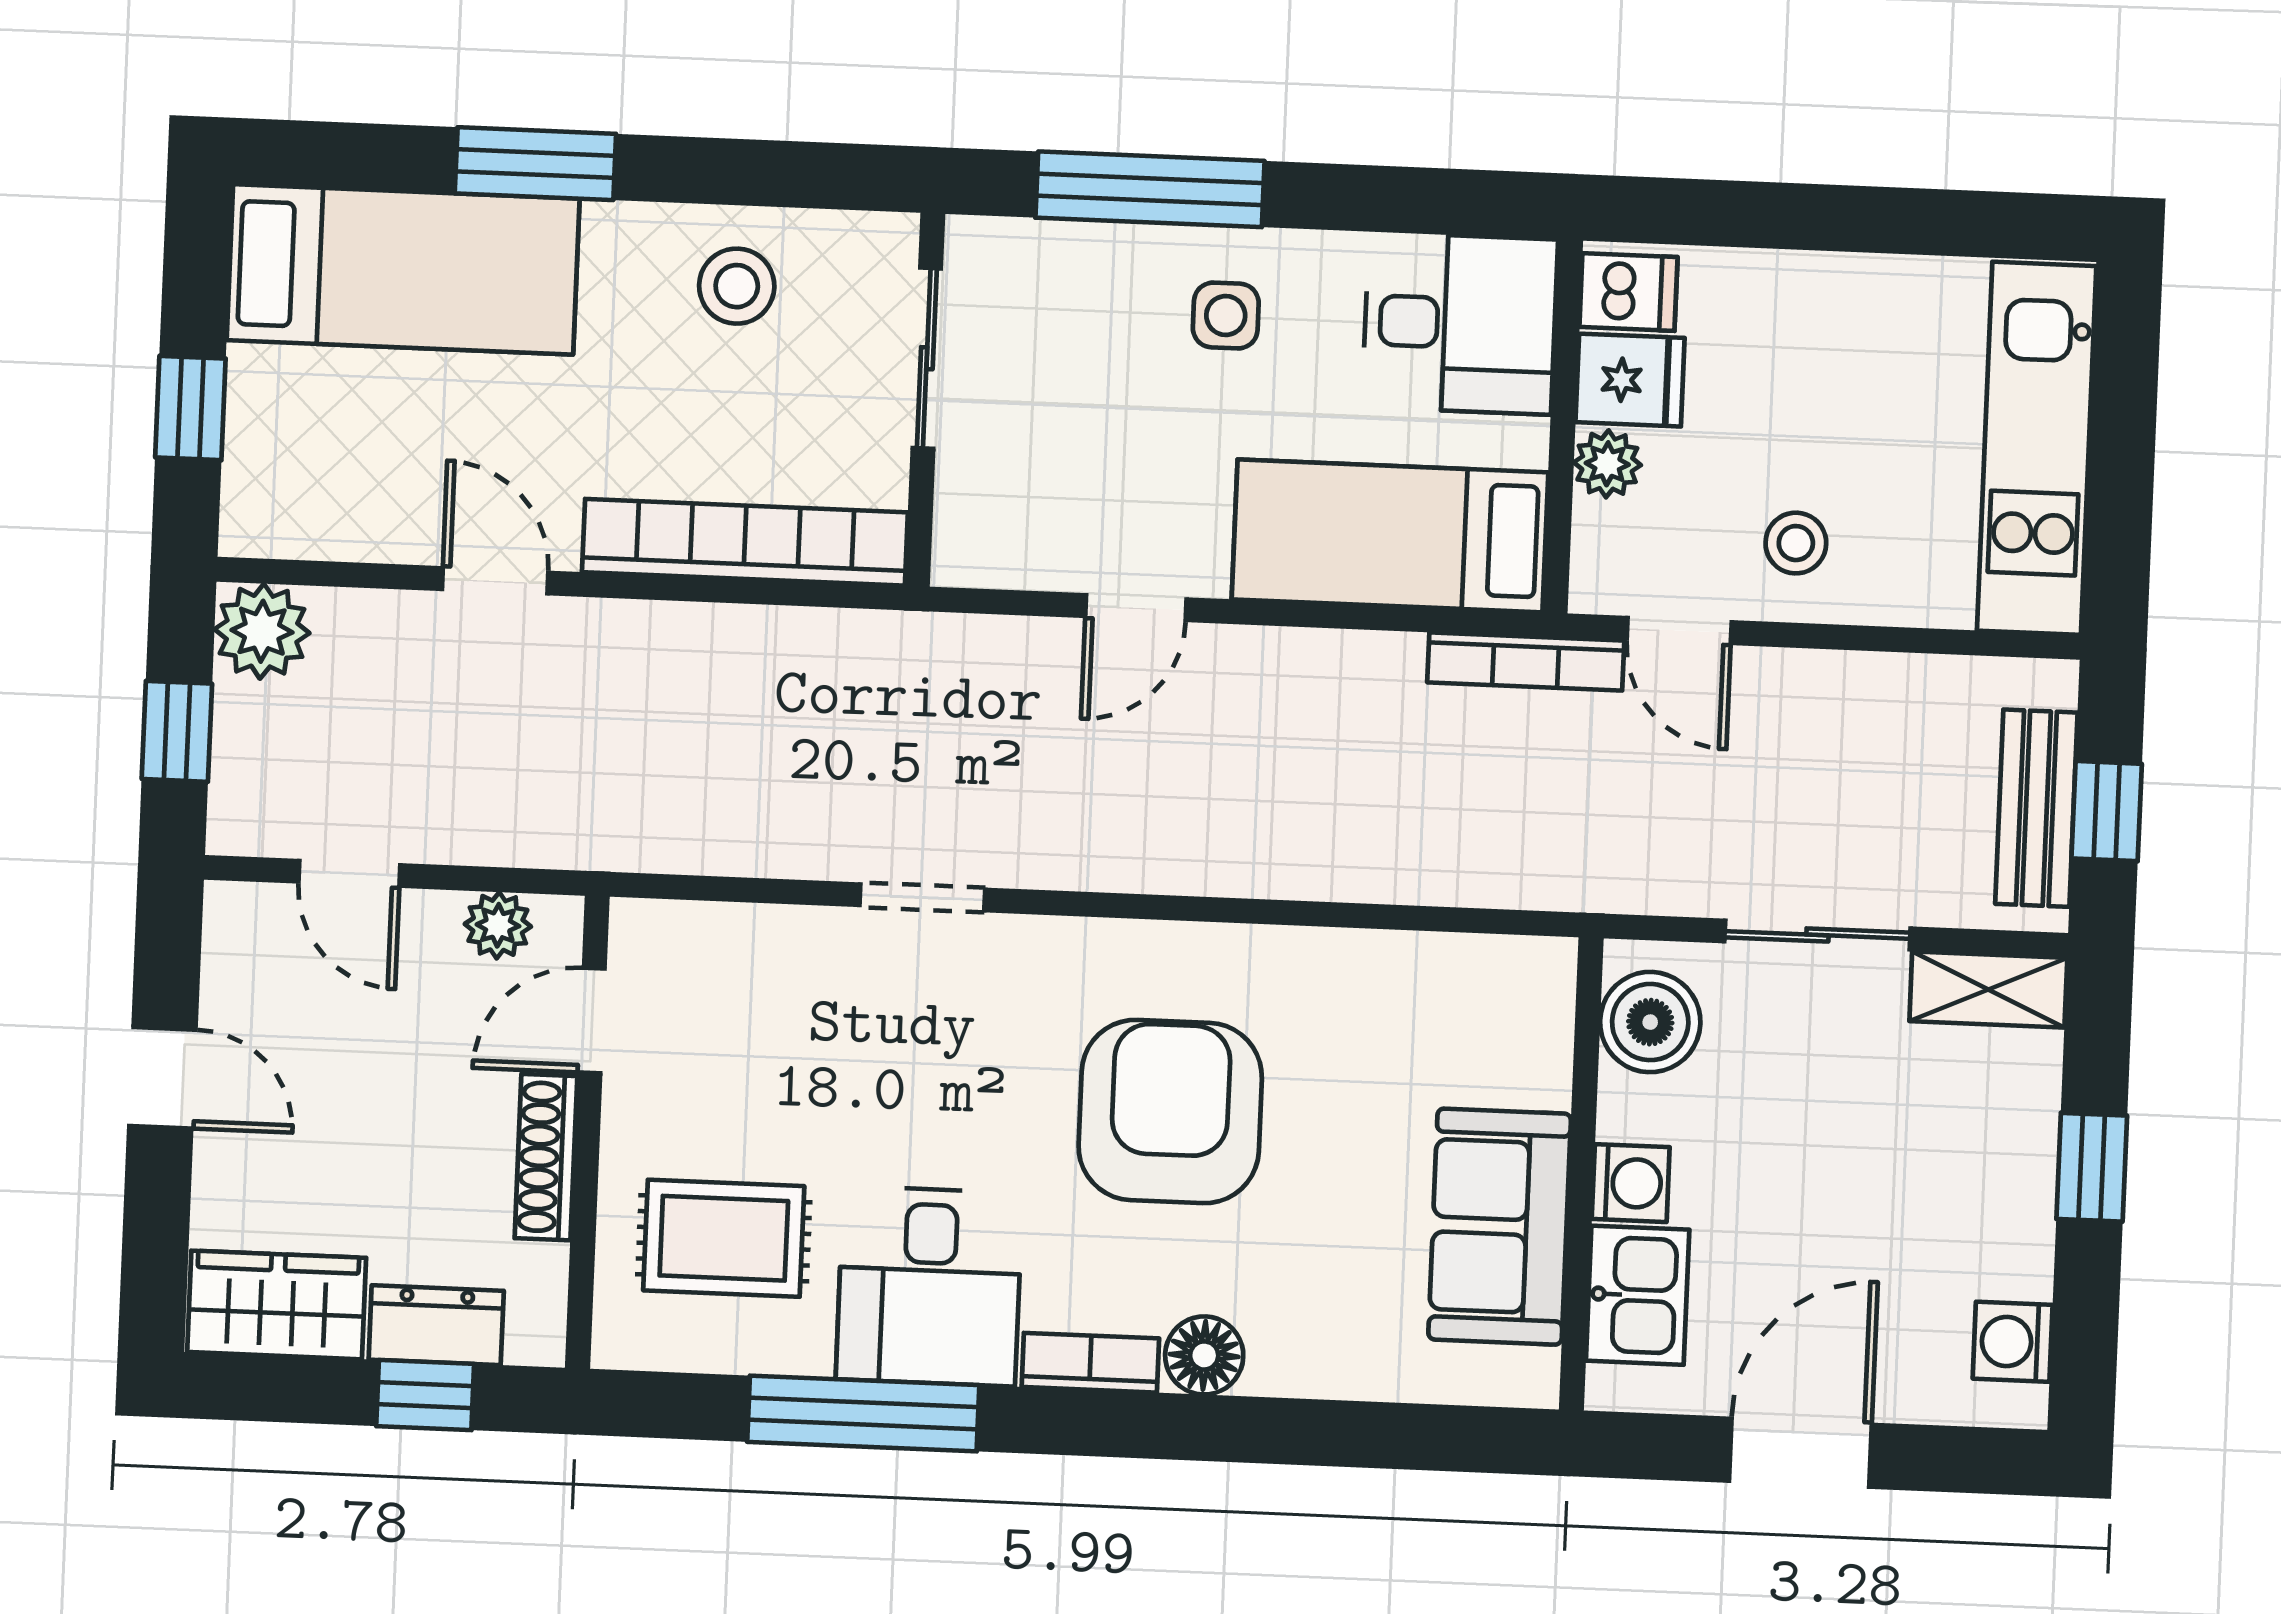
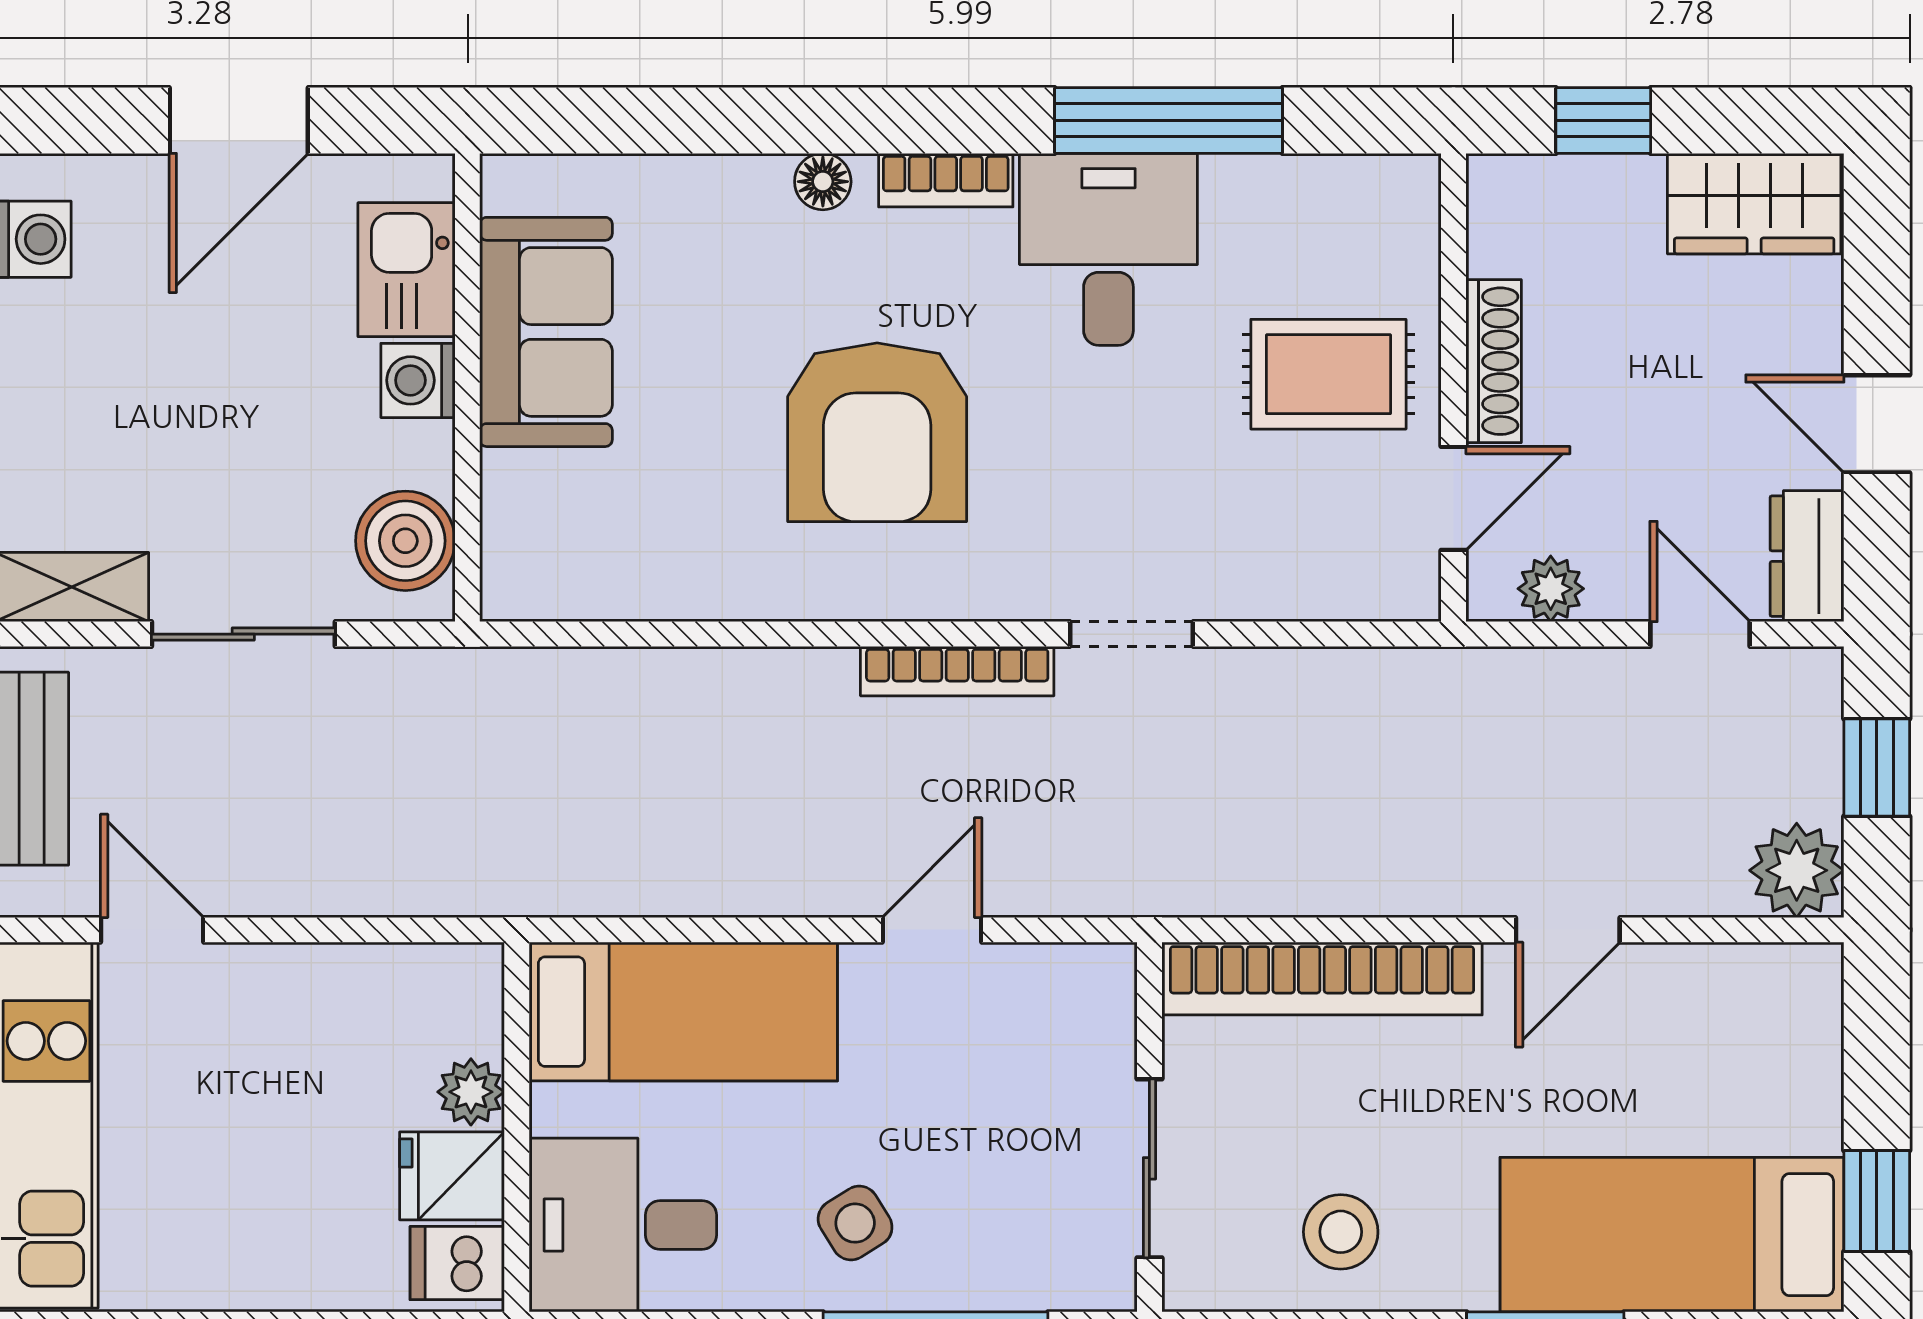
side table: (1226, 316) -> (855, 1223), turned -32
window: (190, 408) -> (1877, 1201), moved
stool: (1796, 543) -> (281, 1021), removed
door: (495, 581) -> (1568, 930), hinge flipped
door: (1679, 630) -> (152, 930), moved
bookcase: (1526, 661) -> (957, 671), moved, turned 180
rug: (724, 1238) -> (1328, 374), moved
dresser: (436, 1325) -> (1807, 556), moved, turned 90
floor lamp: (1204, 1355) -> (823, 182), width x0.73, depth x0.73

